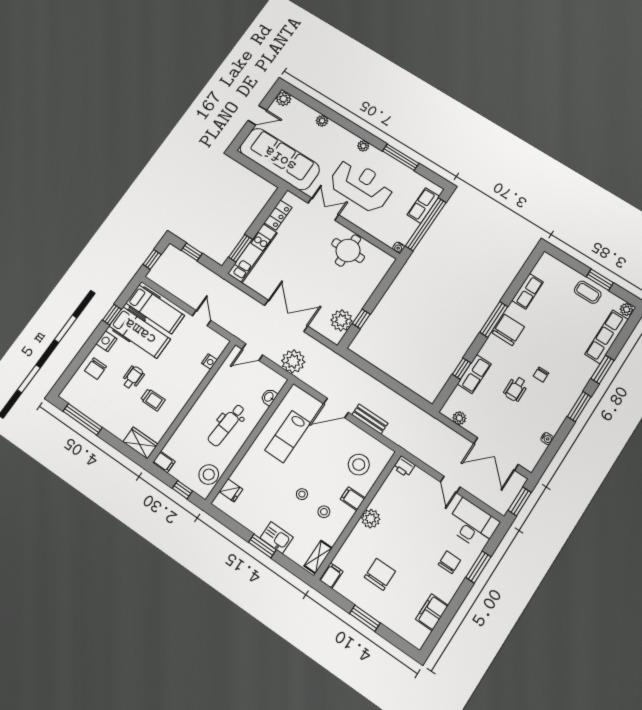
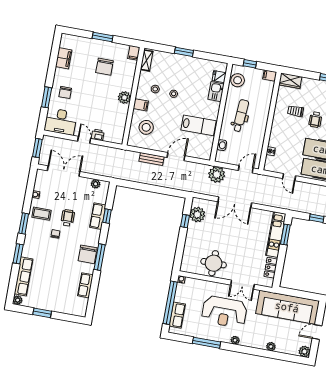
coffee table: (588, 292) -> (41, 214), moved
lab bench: (288, 437) -> (199, 125), turned 90
printer: (404, 467) -> (98, 135), moved
kitchen sink: (277, 538) -> (216, 92), moved, turned 90

